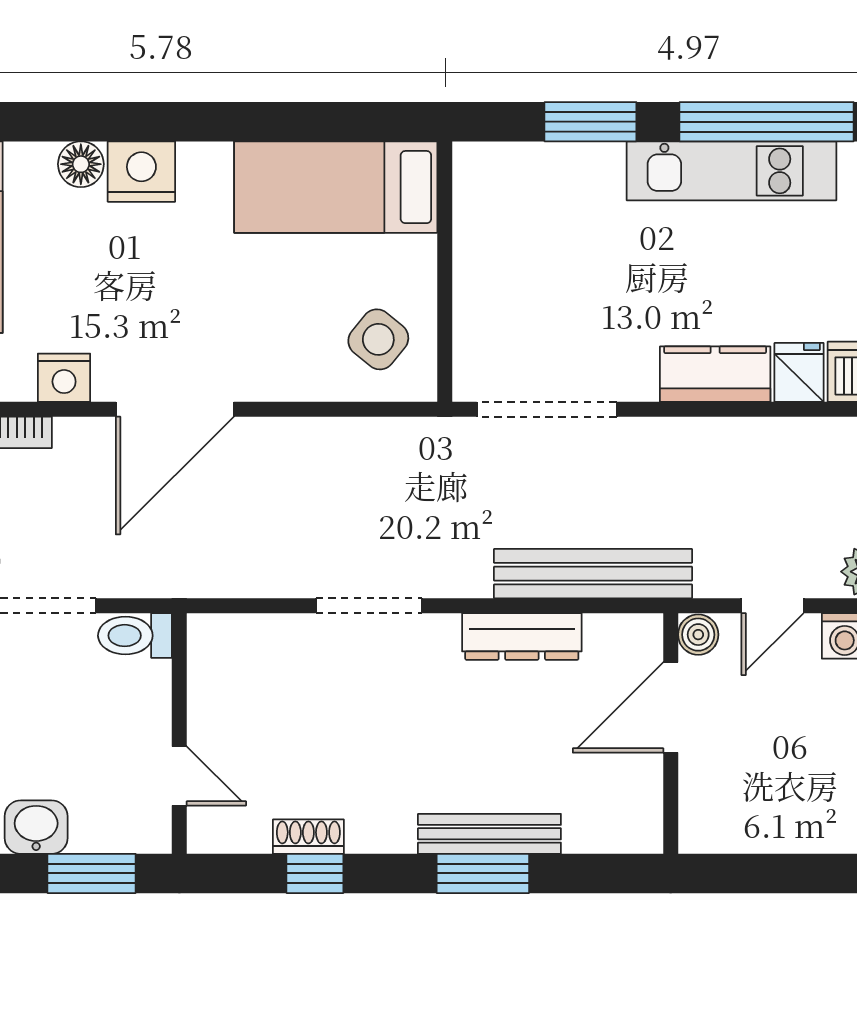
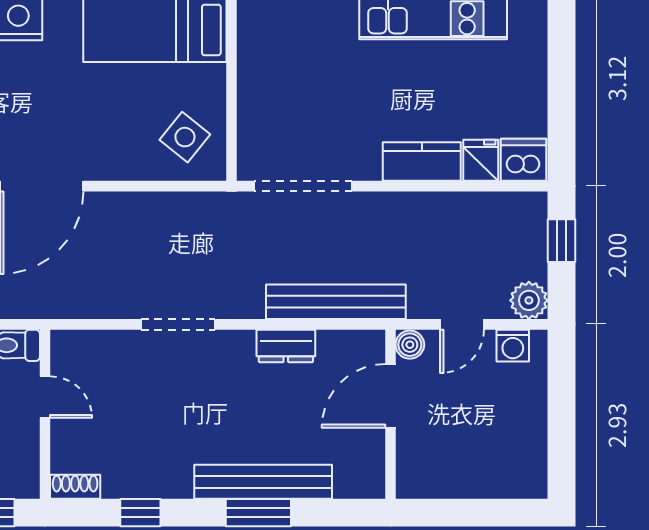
dresser: (522, 636) -> (286, 346), width x0.70
door: (179, 776) -> (45, 397), moved
bench: (489, 834) -> (263, 482), width x1.37, depth x1.21
shoe rack: (308, 837) -> (75, 487), moved

